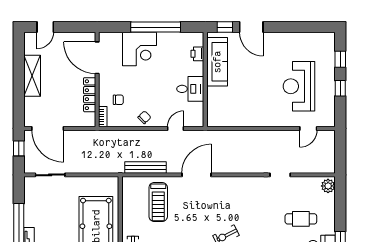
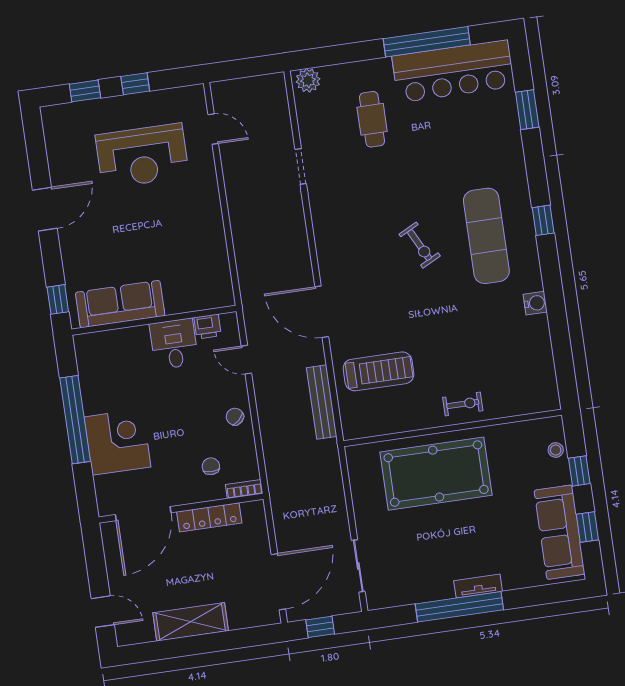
door: (251, 27) -> (45, 209), moved
printer: (197, 54) -> (208, 327), moved

